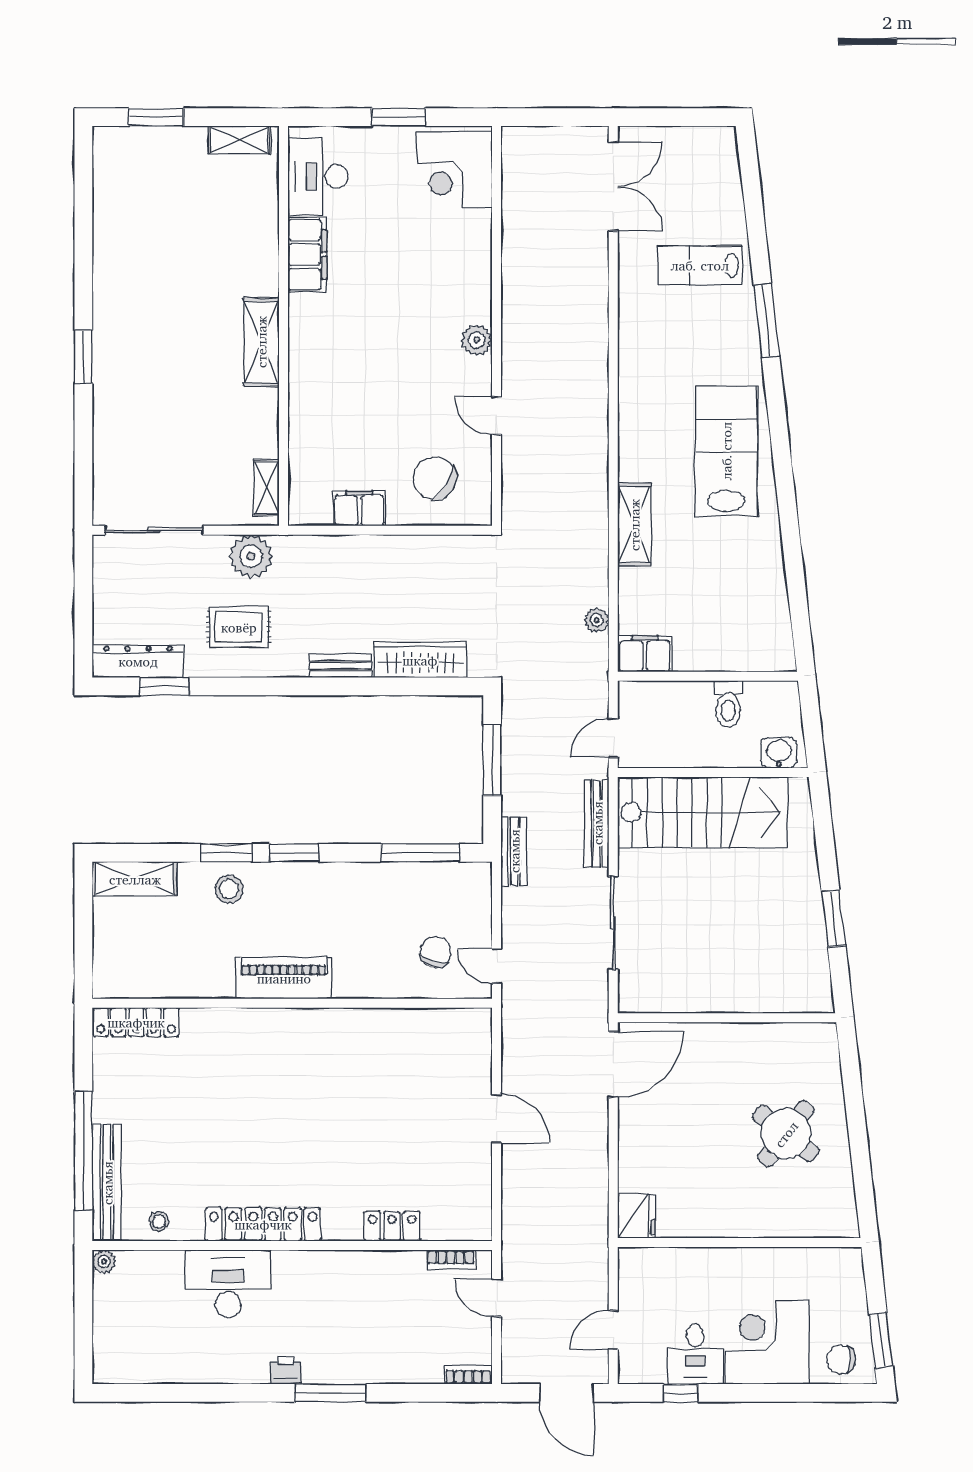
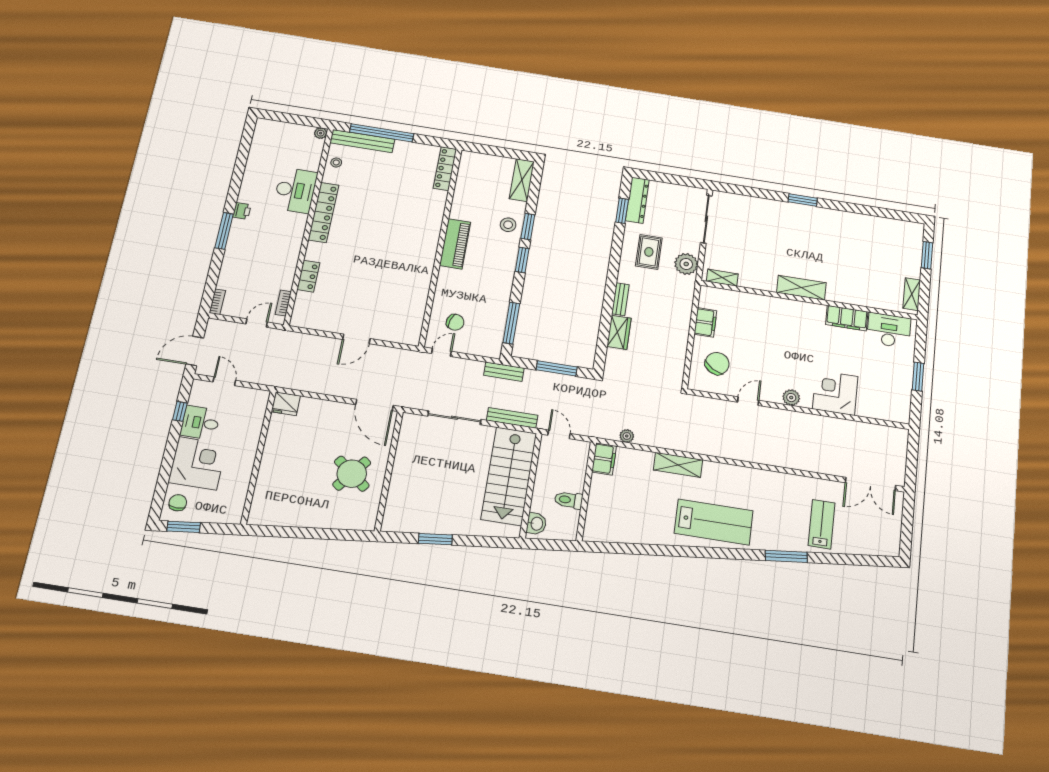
corner desk: (454, 170) -> (835, 393), moved
wardrobe: (420, 660) -> (619, 332), width x0.67
round table: (786, 1134) -> (352, 474), moved

